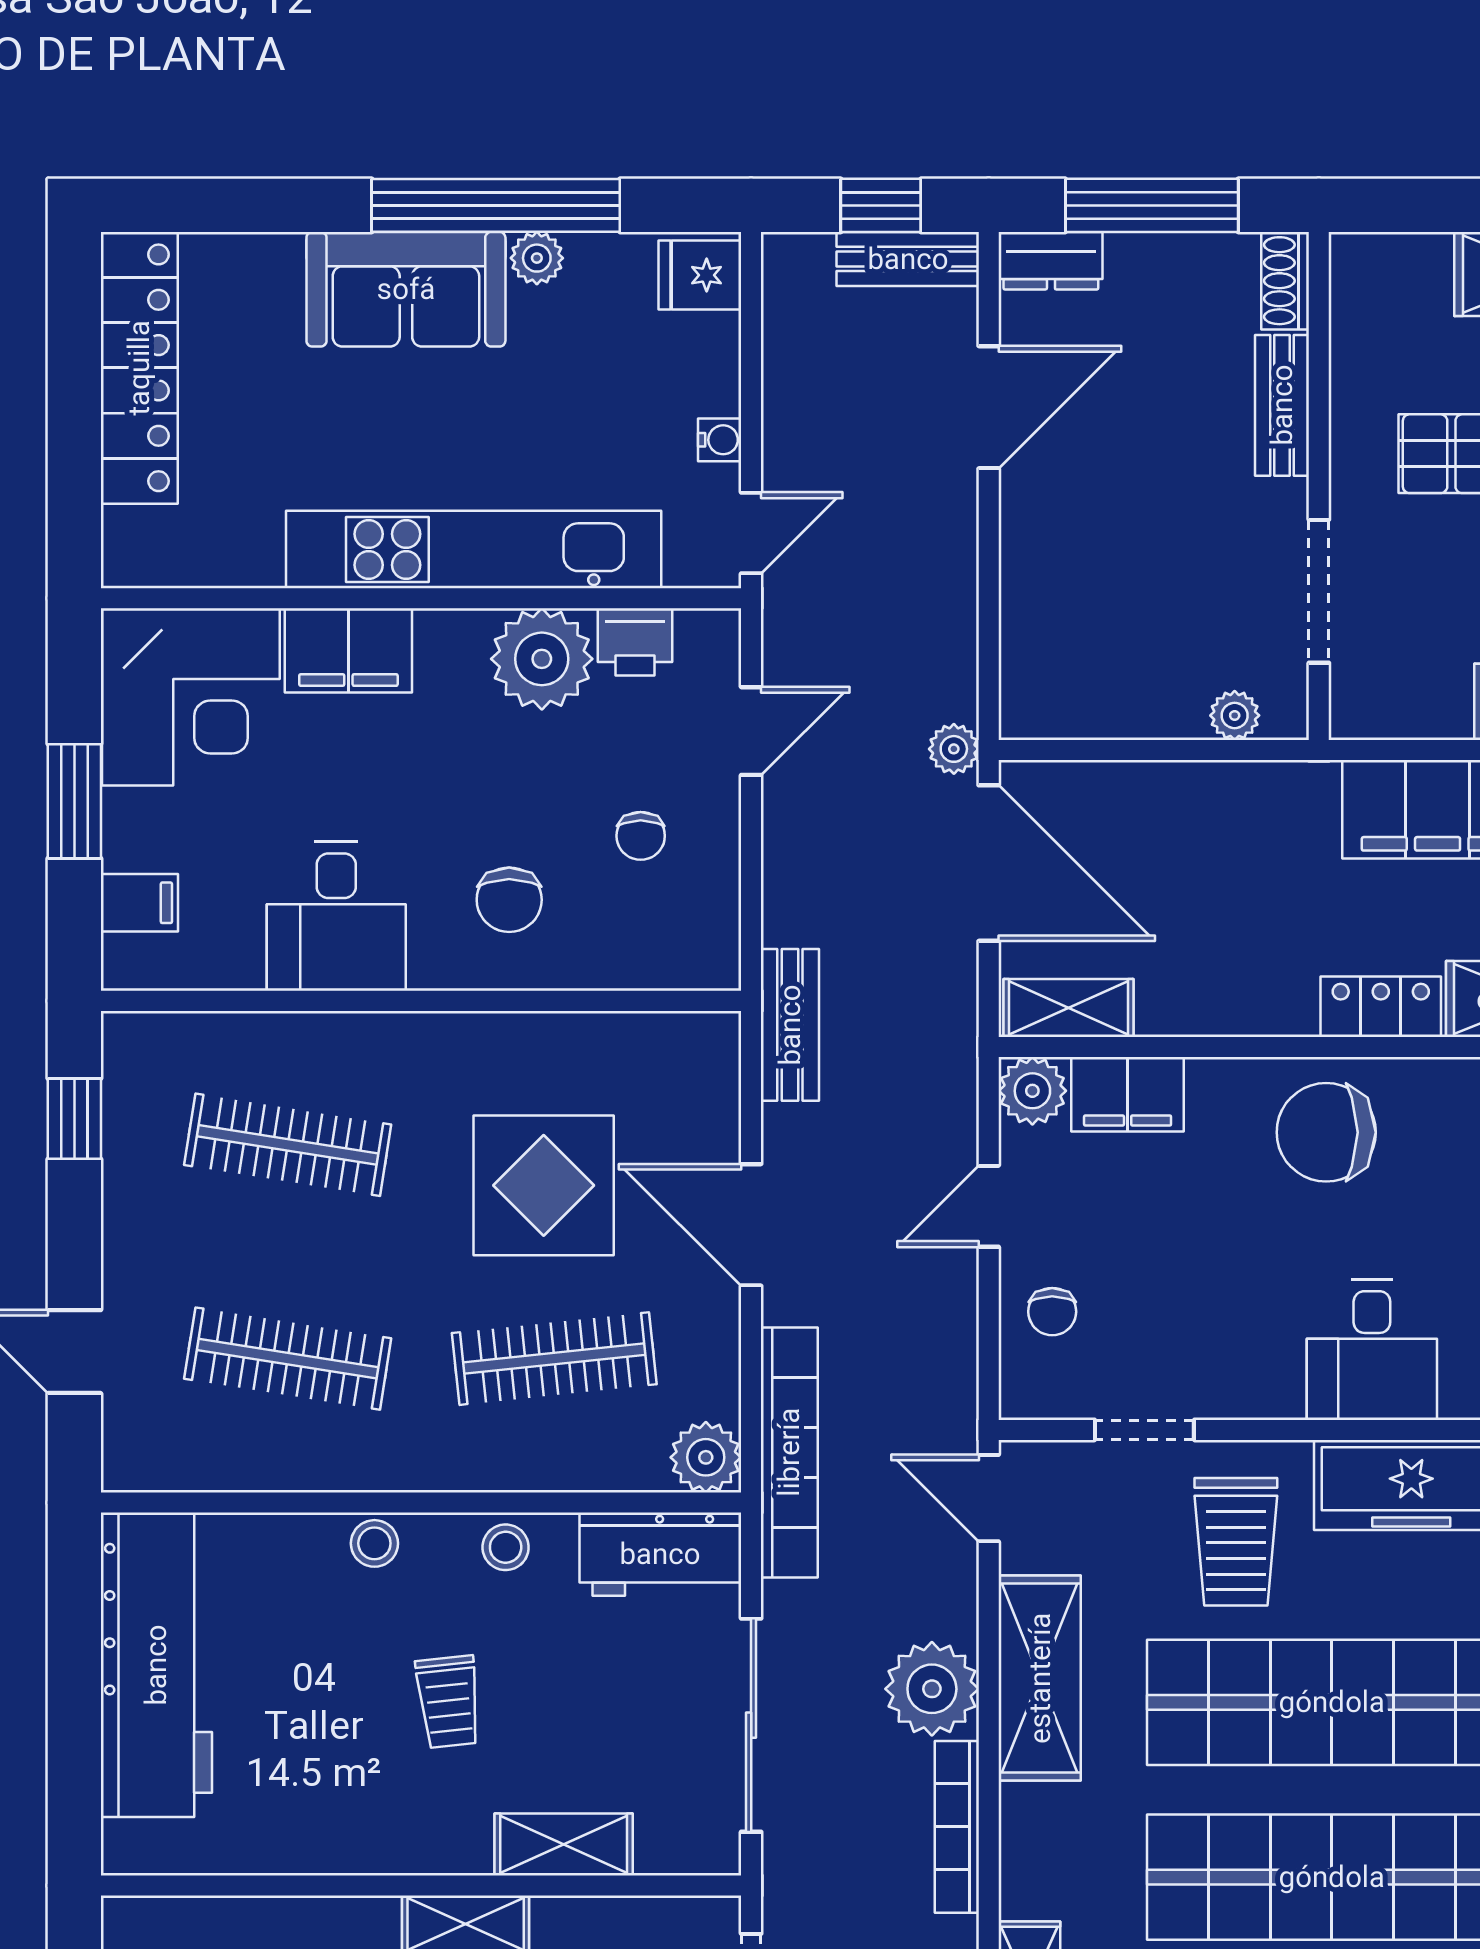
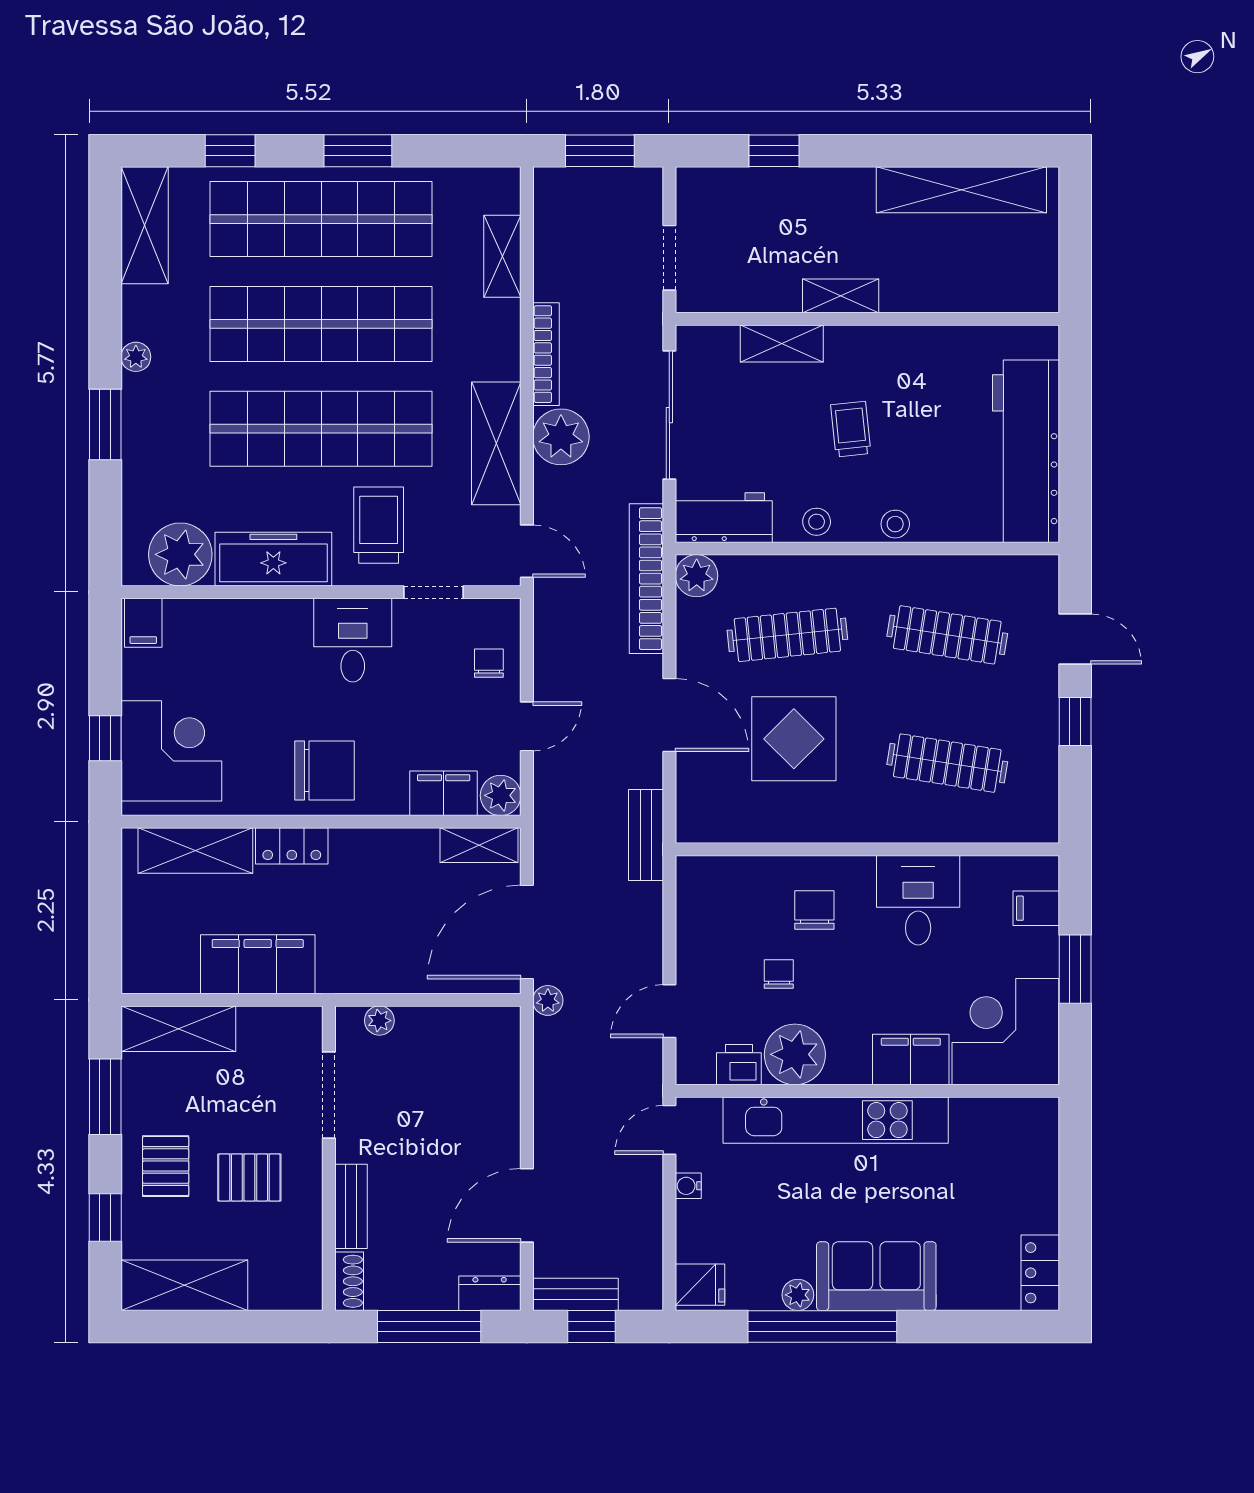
locker: (139, 368) -> (1040, 1273), width x0.46, depth x0.83
chair: (641, 836) -> (779, 974), moved
door: (989, 863) -> (527, 932), hinge flipped
window: (74, 1119) -> (1075, 721), moved
desk: (1372, 1350) -> (353, 640), moved

